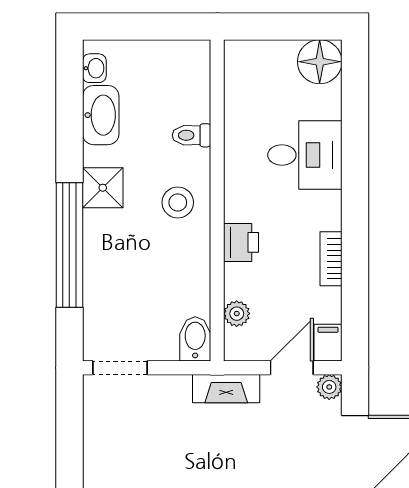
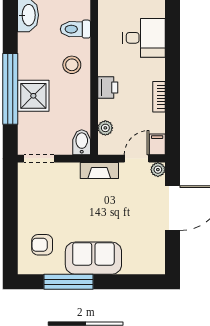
toilet: (191, 135) -> (75, 29), width x1.37, depth x1.39
shower: (103, 188) -> (33, 96), moved, width x1.36, depth x1.36

